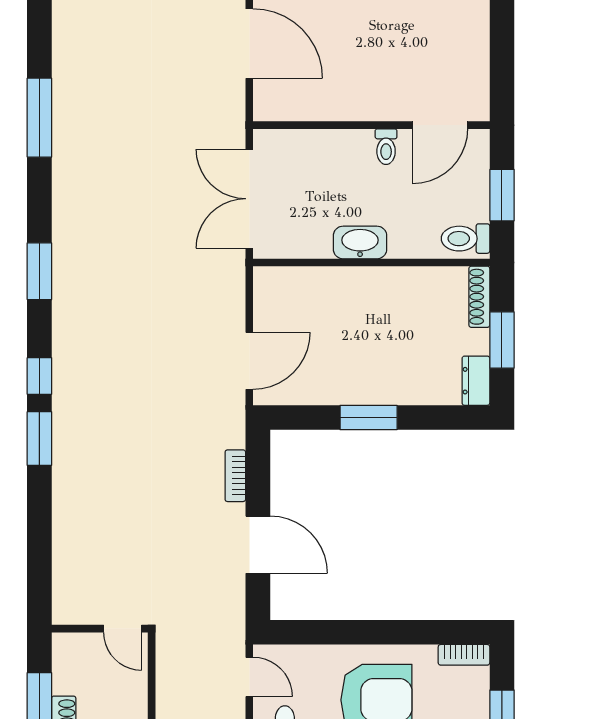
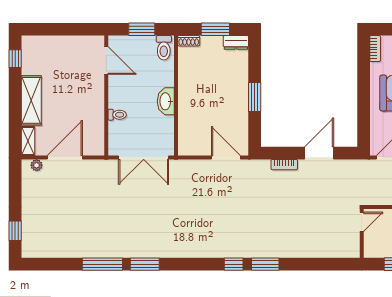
toilet: (386, 147) -> (117, 115), moved
window: (39, 271) -> (145, 264), moved
shoe rack: (479, 297) -> (189, 41), width x0.70

